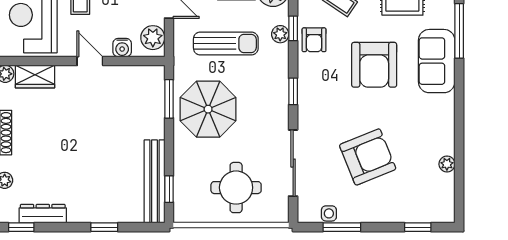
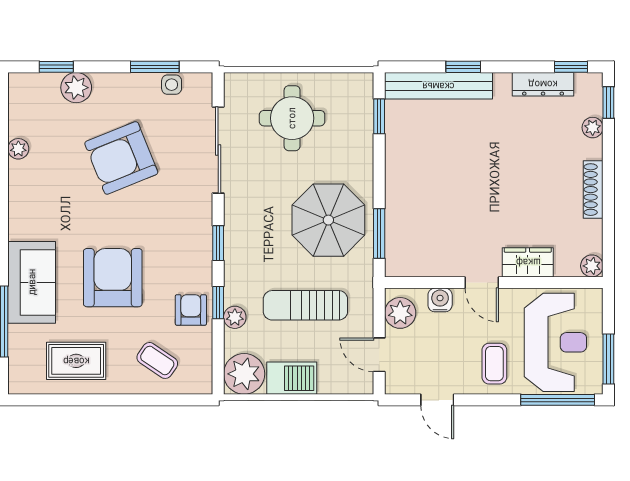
window: (293, 28) -> (218, 303), moved
wardrobe: (35, 77) -> (528, 262), moved
bench: (154, 181) -> (438, 86), moved, turned 90
plant: (402, 211) -> (76, 88), added

